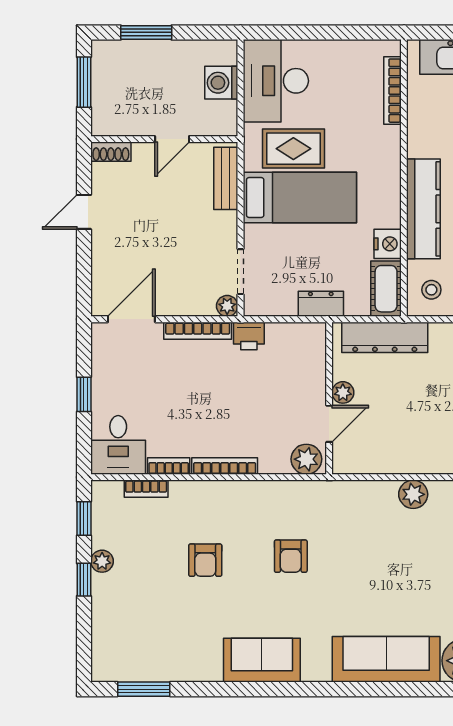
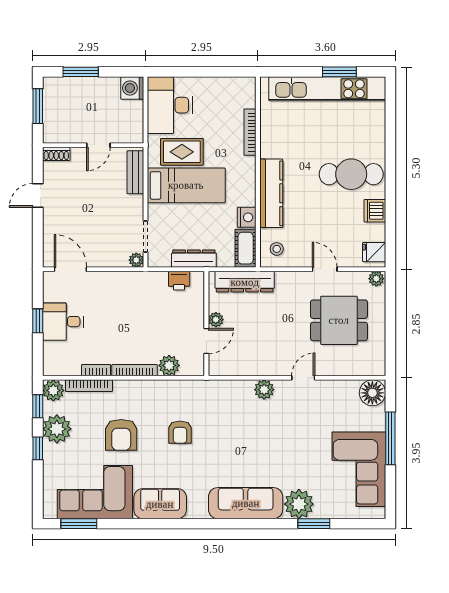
washing machine: (221, 83) -> (132, 88), moved
bookcase: (393, 91) -> (250, 132), moved
dresser: (321, 304) -> (194, 259), width x1.44
door: (131, 319) -> (70, 269), hinge flipped
bookcase: (198, 331) -> (116, 277), removed
printer: (249, 336) -> (179, 281), moved
desk: (118, 445) -> (63, 322), moved, turned 90
plant: (306, 459) -> (169, 365), moved
bookcase: (146, 489) -> (89, 386), width x1.56
plant: (107, 496) -> (53, 390), added
armchair: (205, 560) -> (121, 435), width x1.38, depth x1.38
plant: (102, 561) -> (57, 429), width x1.87, depth x1.87
corner sofa: (167, 643) -> (95, 492), added

